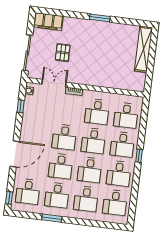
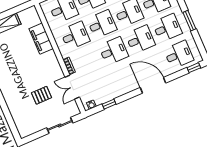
filing cabinet: (48, 21) -> (41, 39), moved, turned 180
sliding door: (27, 53) -> (60, 125), width x0.73

